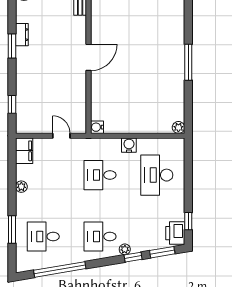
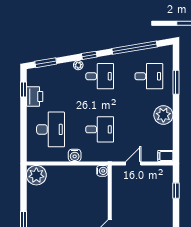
plant: (178, 127) -> (36, 175), width x1.87, depth x1.87
door: (61, 136) -> (133, 163), swing flipped
filing cabinet: (24, 151) -> (165, 156), width x0.50
plant: (21, 187) -> (163, 115), width x1.88, depth x1.88
printer: (175, 233) -> (35, 96), moved
window: (133, 257) -> (89, 55), moved

